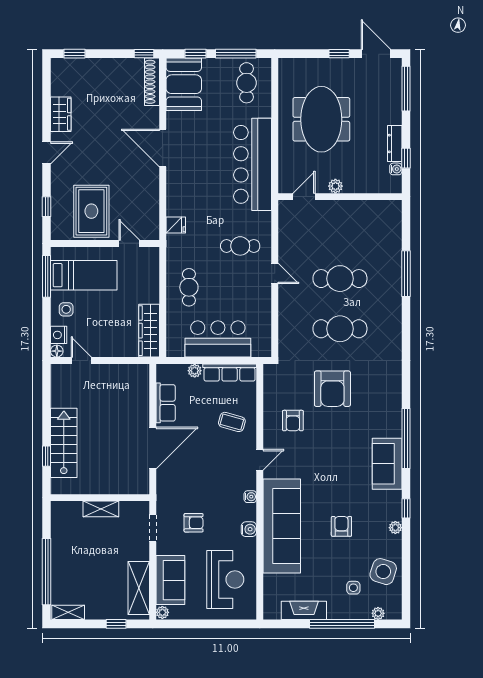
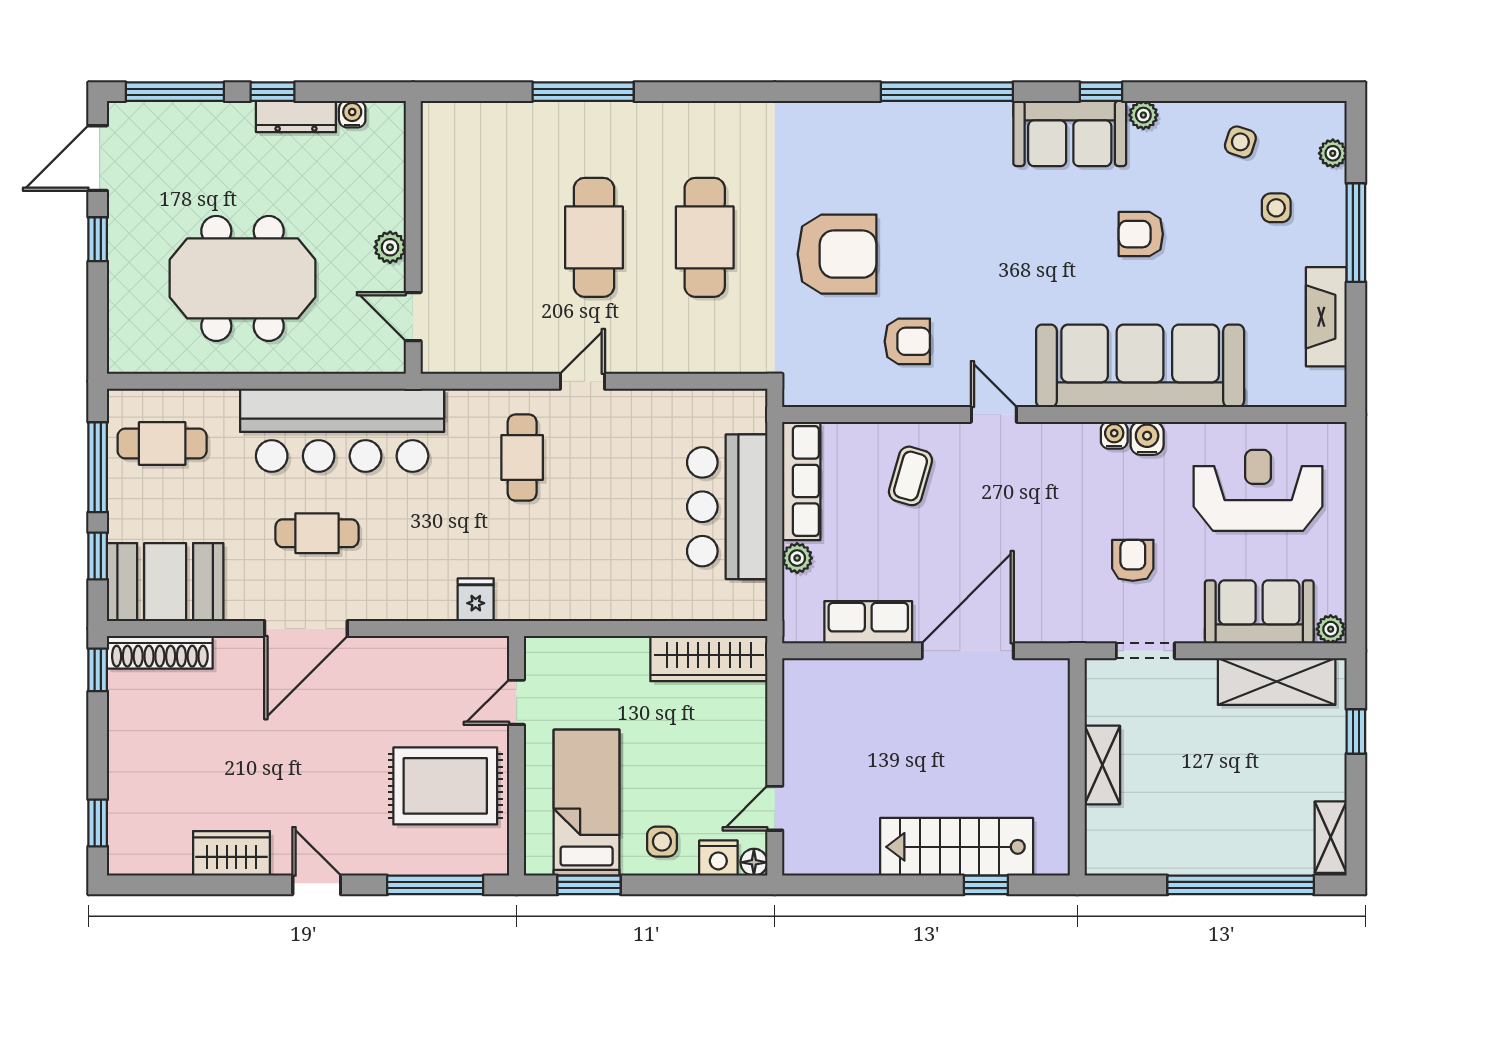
window: (406, 158) -> (273, 92), moved
window: (46, 207) -> (435, 885), width x2.17
window: (46, 276) -> (589, 885), width x0.69
cafe table: (189, 287) -> (317, 533), moved
door: (153, 448) -> (968, 651), hinge flipped
sofa: (387, 464) -> (1070, 133), moved
water cooler: (250, 497) -> (1114, 435), moved
side table: (383, 572) -> (1240, 142), width x0.54, depth x0.54
window: (342, 624) -> (1356, 233), width x0.68

